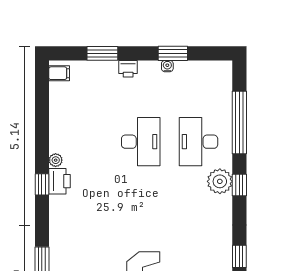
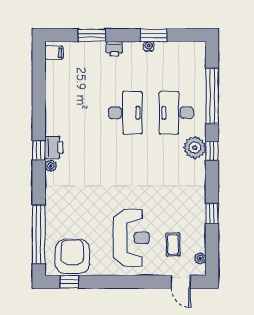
plant: (56, 160) -> (51, 166), moved

